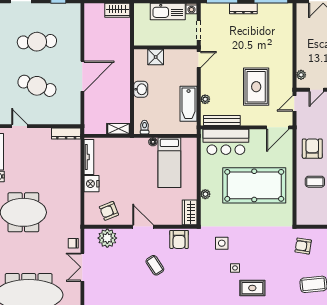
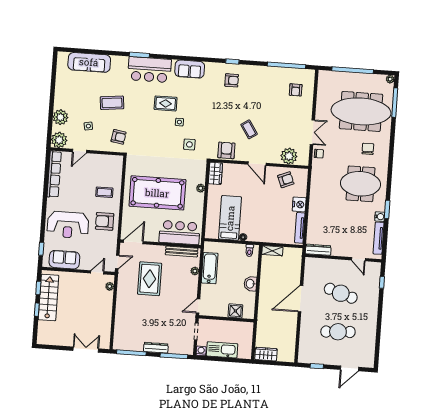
armchair: (312, 149) -> (105, 221), turned 90
chair: (18, 253) -> (368, 149), added

